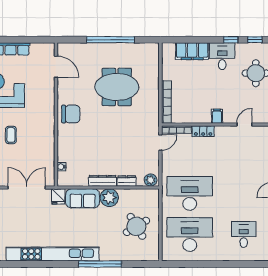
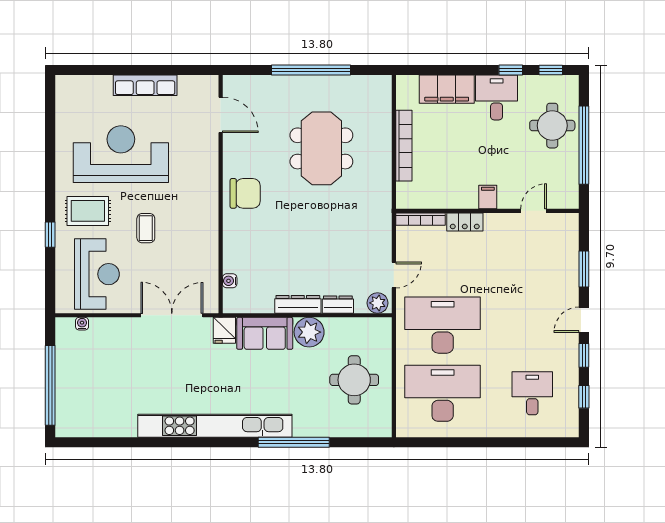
meeting table: (117, 87) -> (321, 148), turned 90
bookcase: (166, 102) -> (404, 146), moved
door: (160, 143) -> (394, 275), moved
round table: (136, 226) -> (354, 380), turned 31

